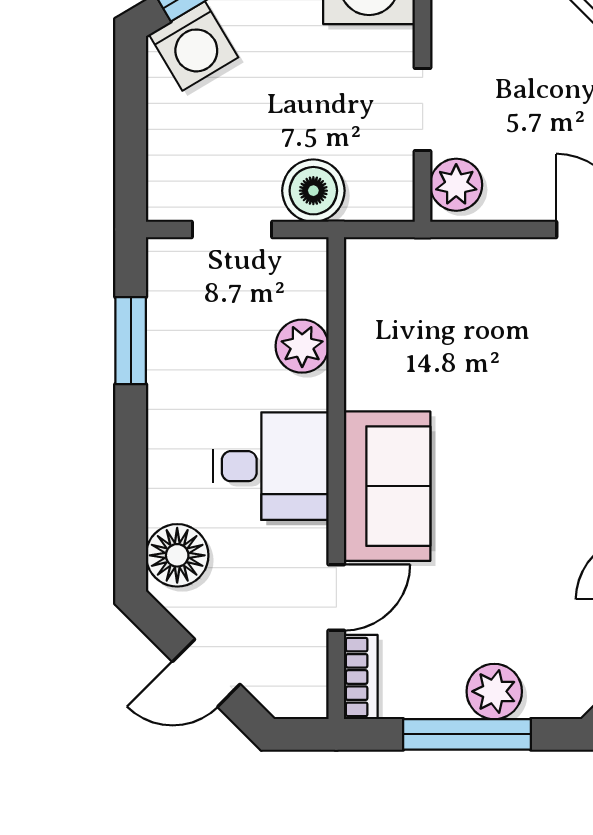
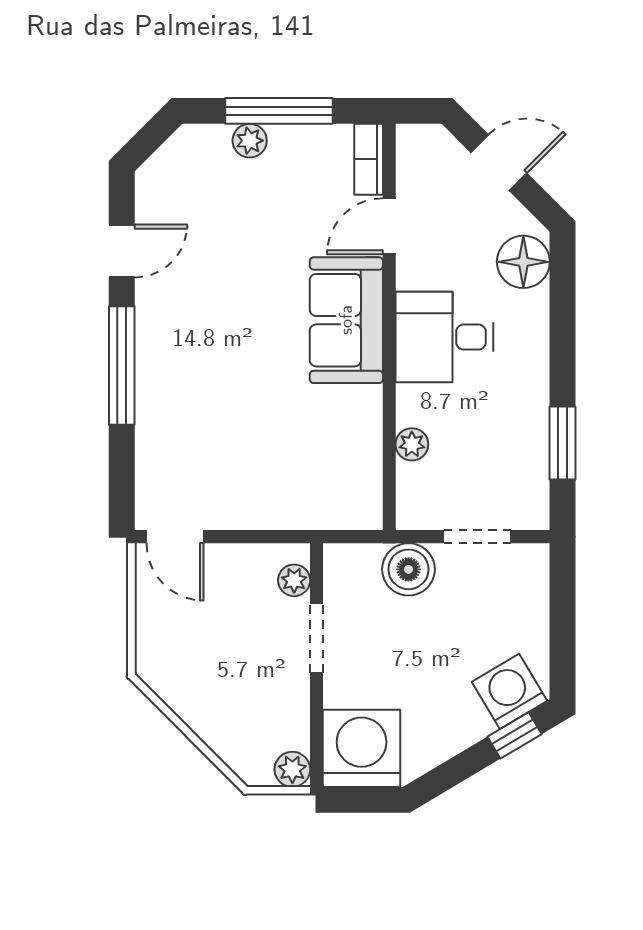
plant: (456, 185) -> (294, 580), width x0.73, depth x0.73
plant: (302, 346) -> (412, 444), width x0.73, depth x0.73
plant: (494, 691) -> (250, 141), width x0.73, depth x0.73

